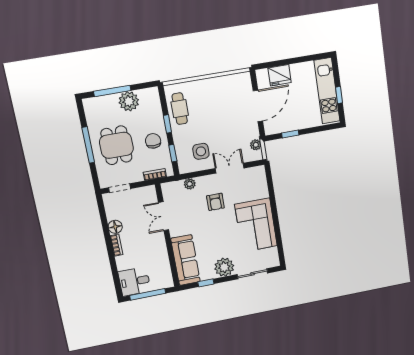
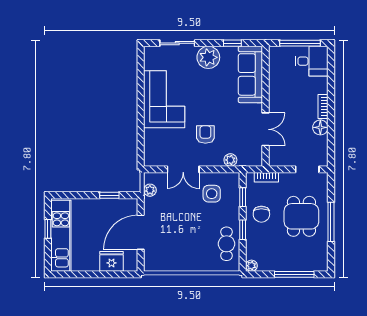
plant: (129, 101) -> (251, 266), moved, width x0.53, depth x0.53

